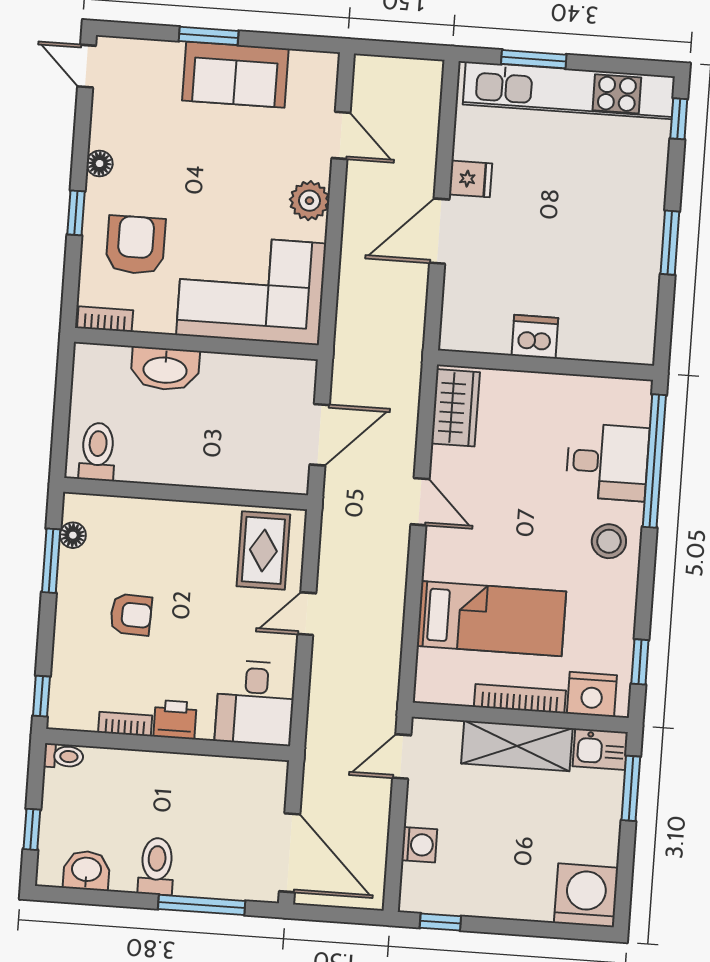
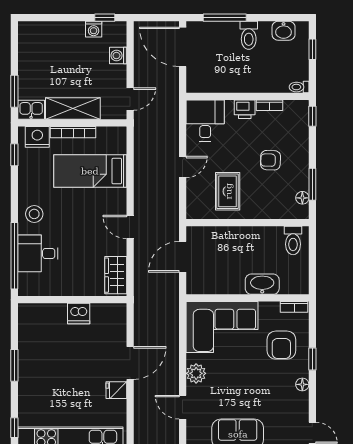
rug: (263, 550) -> (228, 191), moved
washing machine: (586, 895) -> (94, 29), moved, width x0.53, depth x0.53

